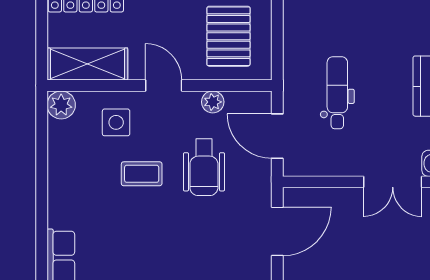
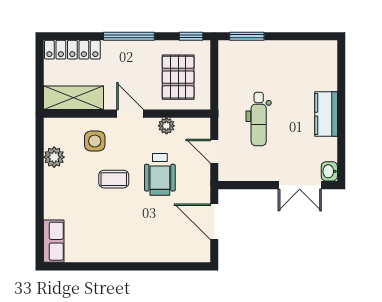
dental chair: (337, 93) -> (259, 119), turned 180
plant: (61, 105) -> (54, 157), moved
door: (277, 136) -> (214, 151), width x0.73
door: (277, 231) -> (214, 222), swing flipped

